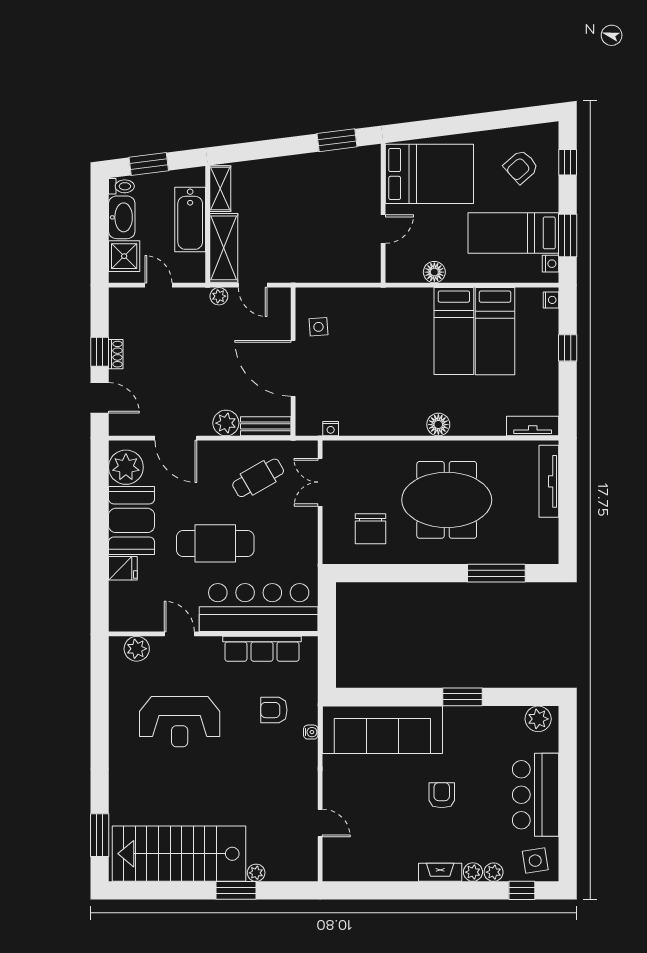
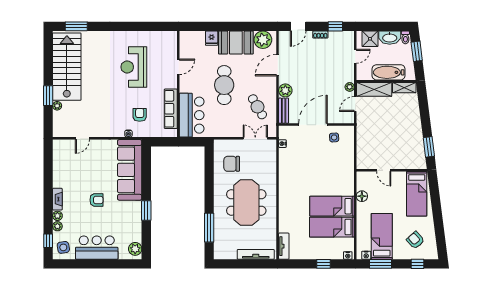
bed: (429, 174) -> (417, 194), width x0.67
window: (100, 352) -> (335, 26), moved
floor lamp: (438, 425) -> (285, 198), removed
bar counter: (259, 608) -> (192, 115), width x0.73
plant: (137, 649) -> (171, 45), removed

